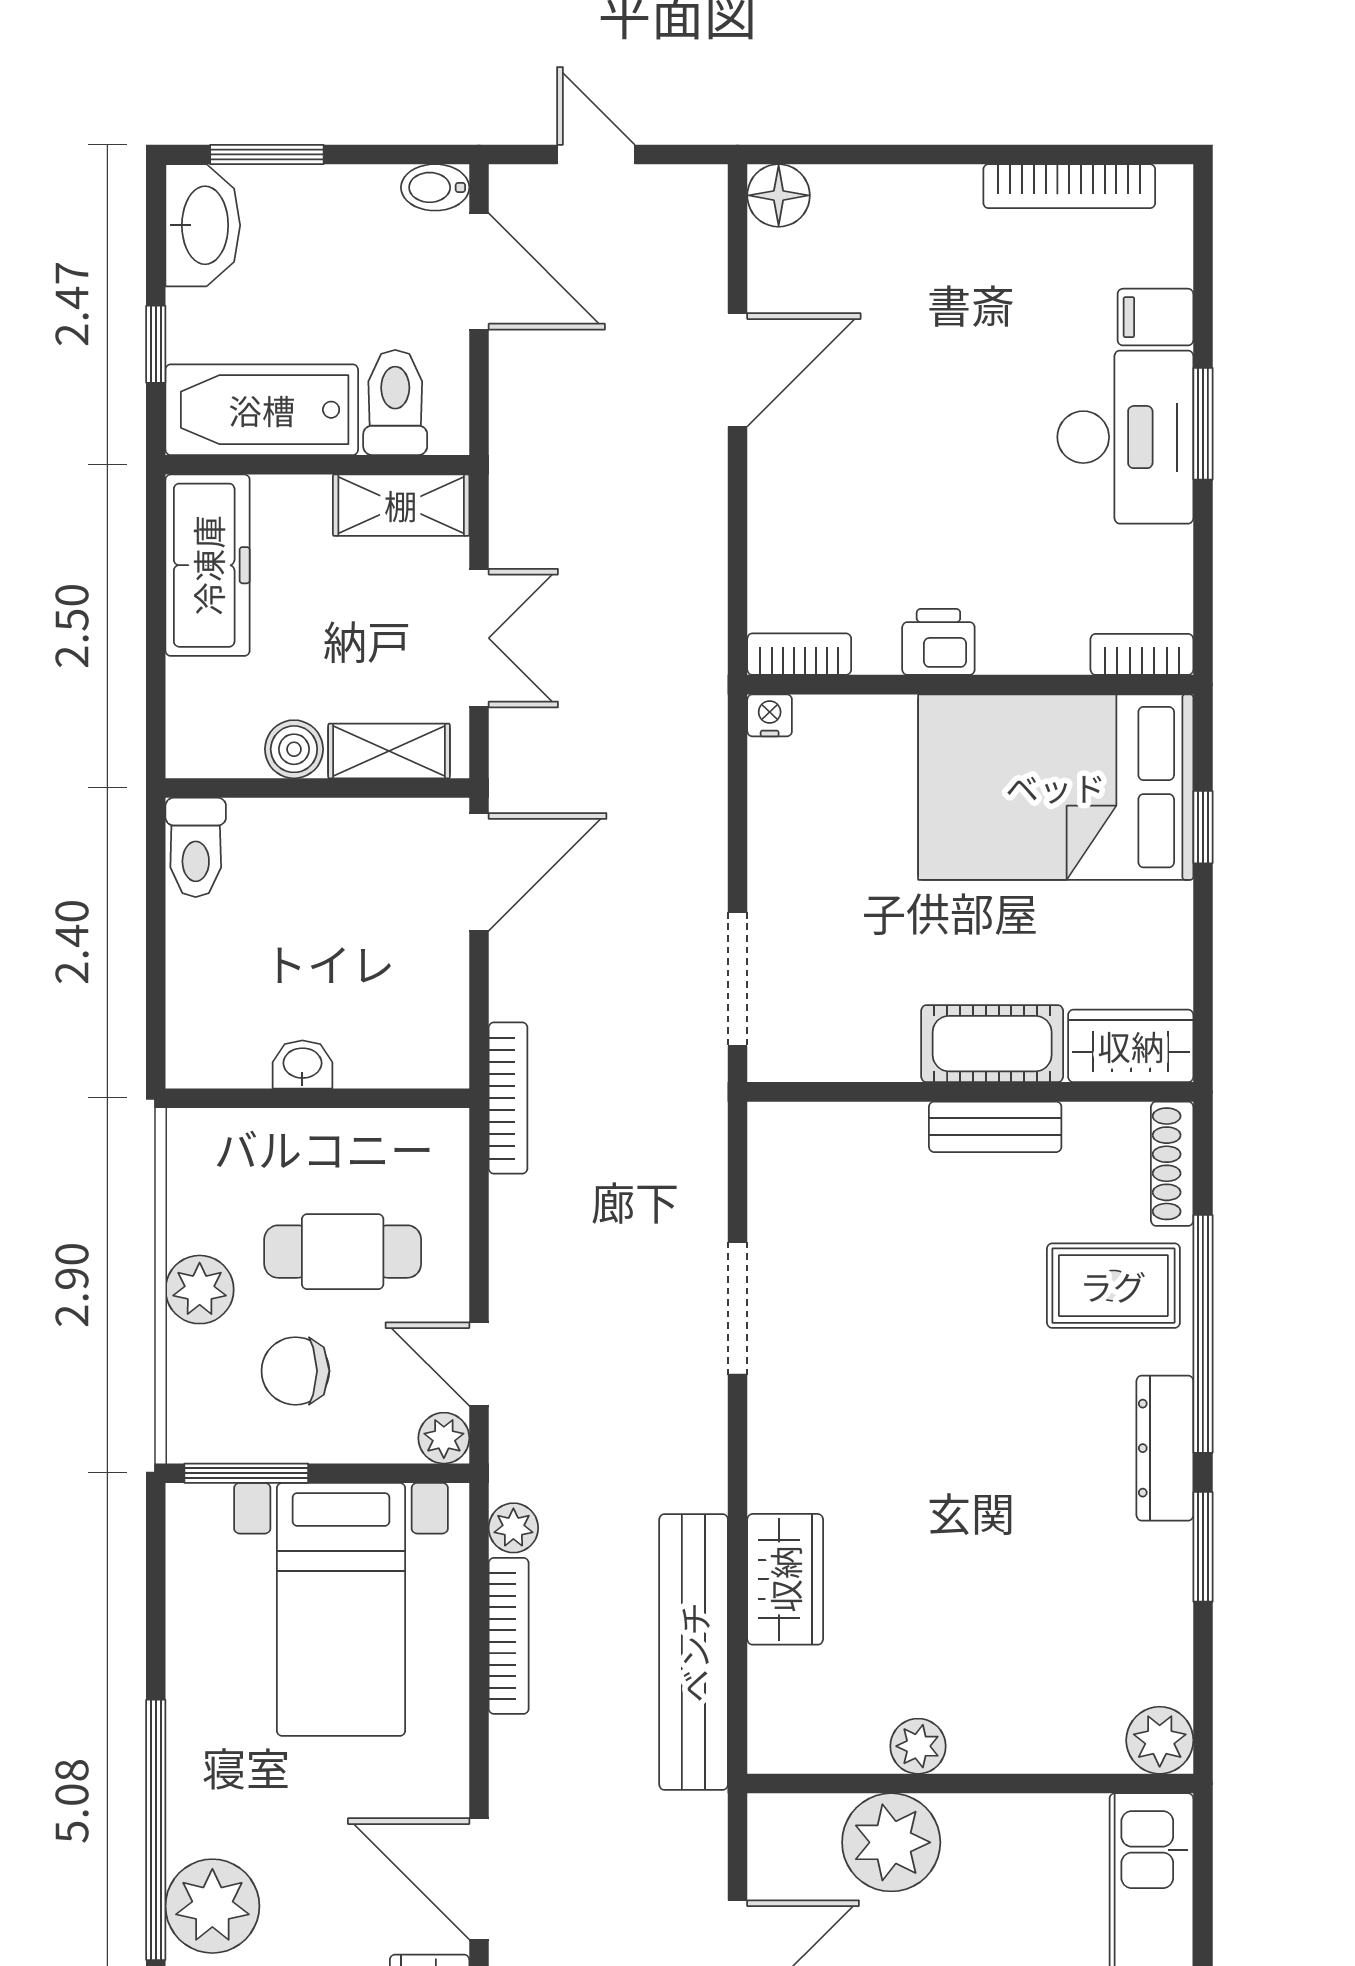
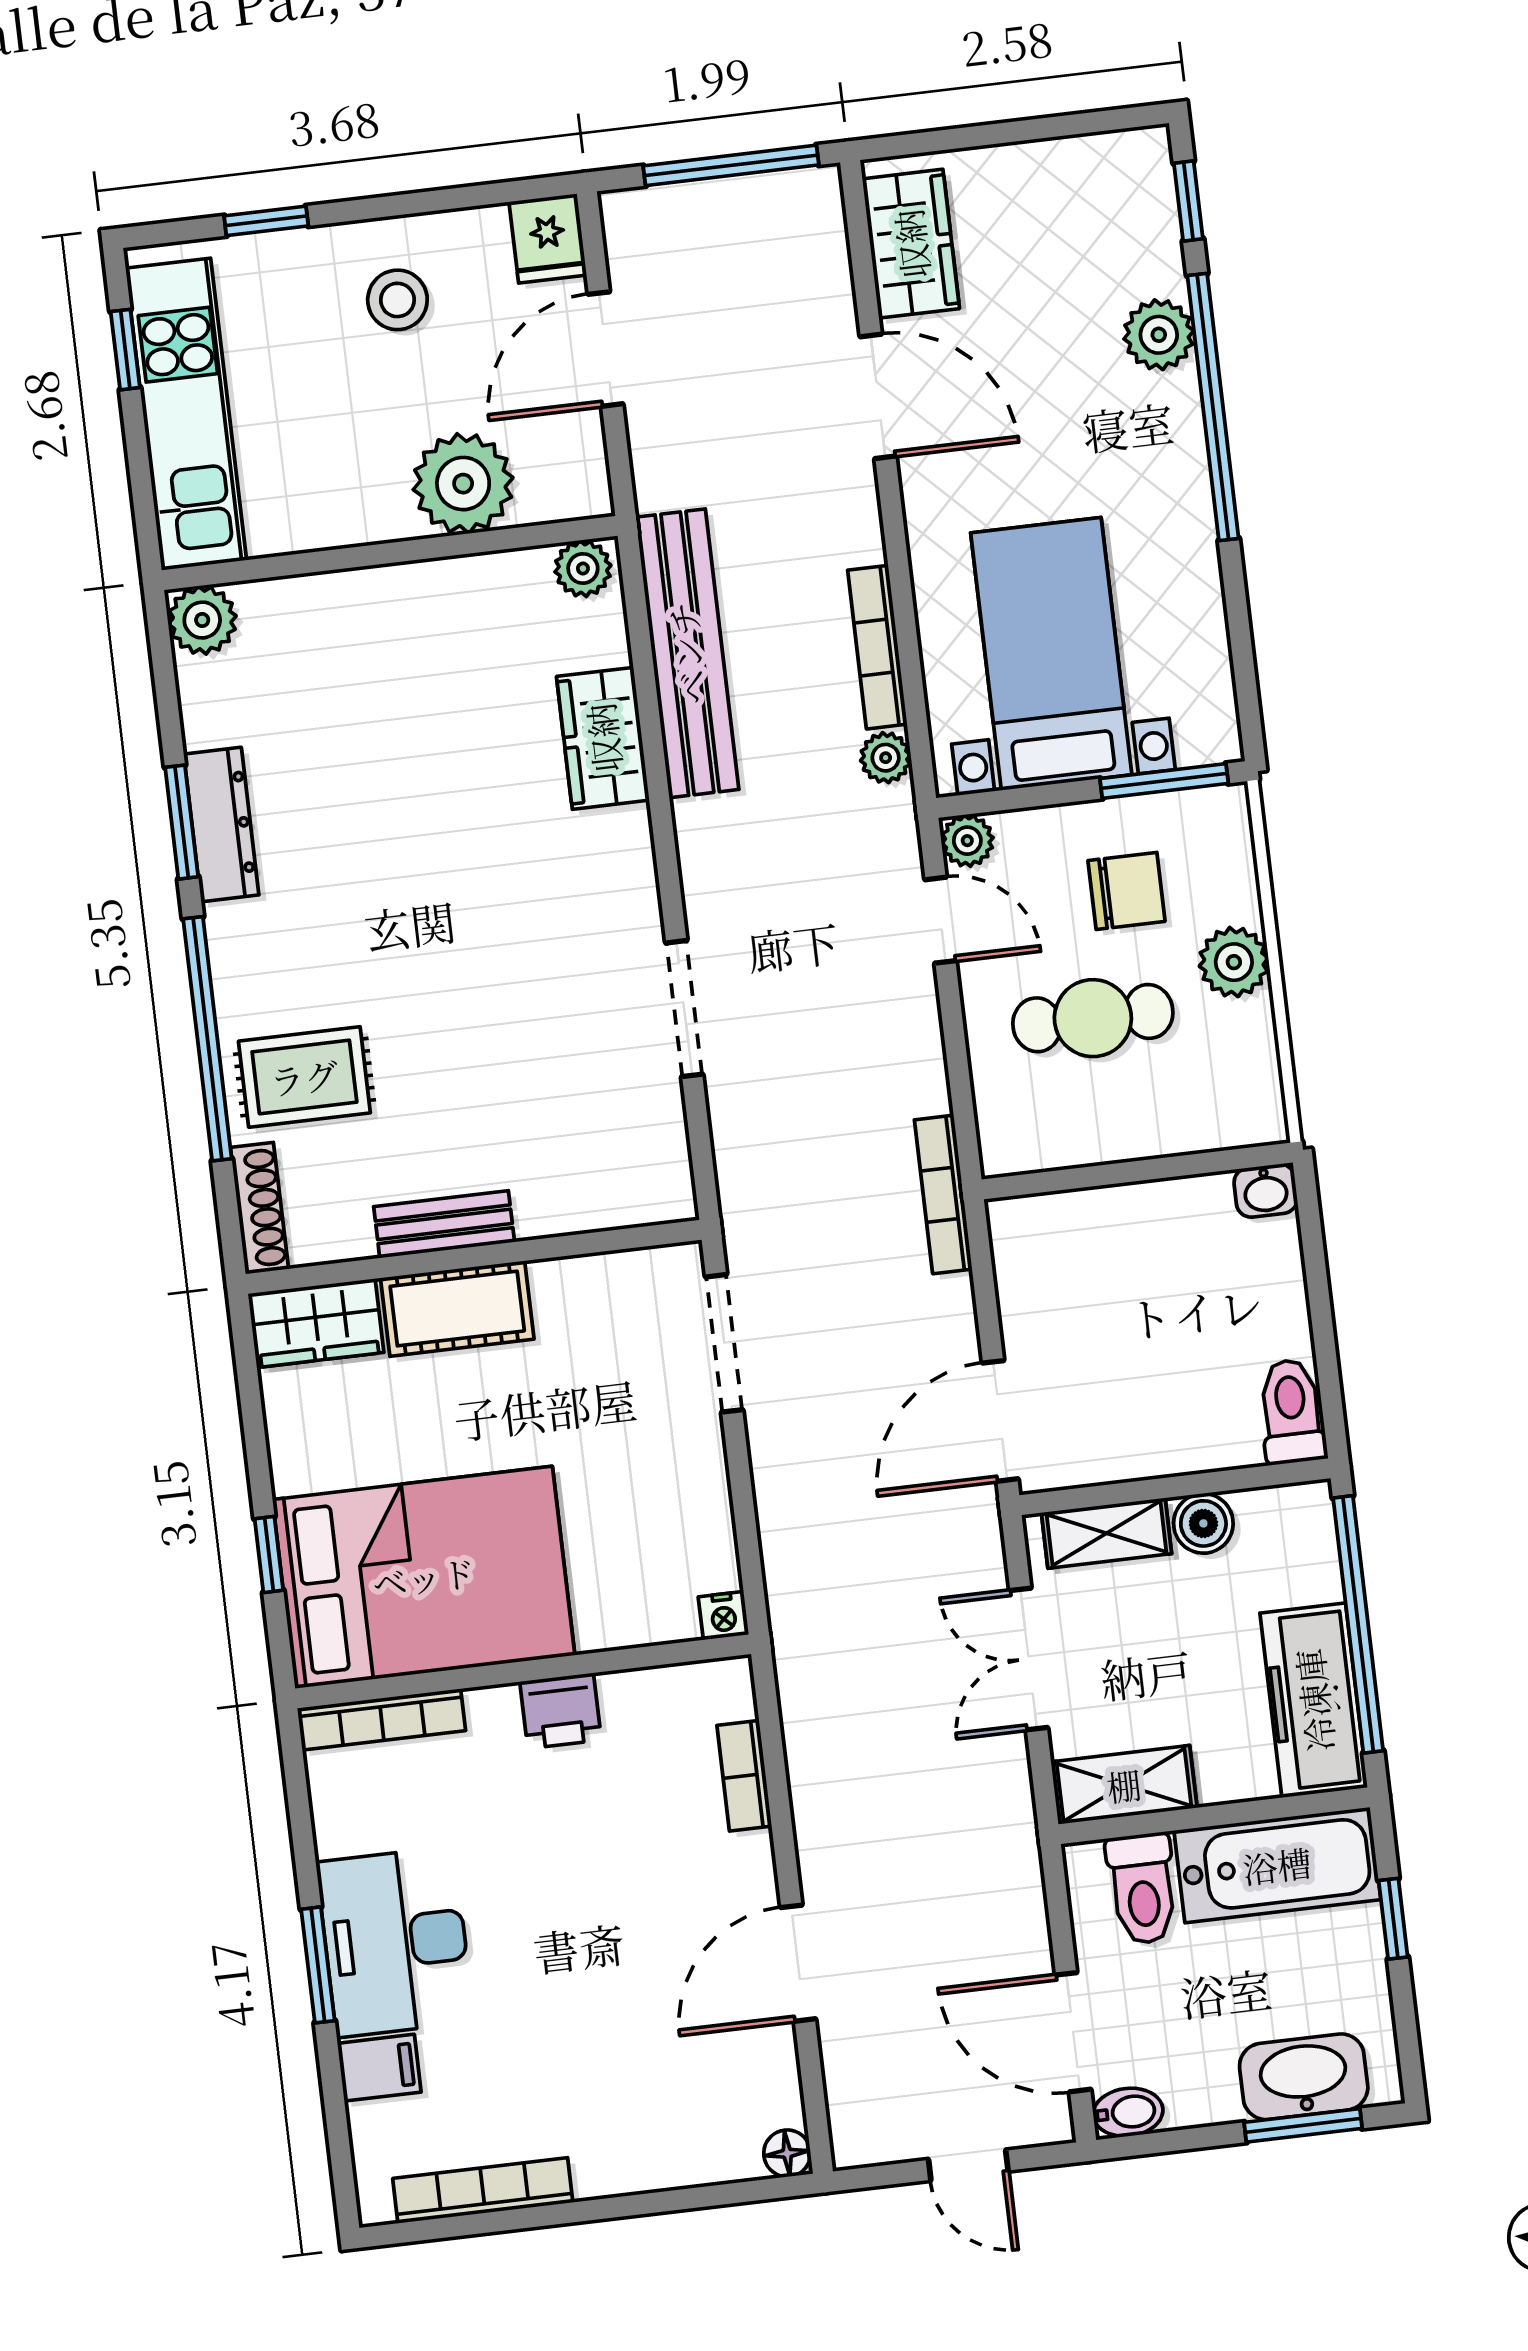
floor lamp: (779, 195) -> (787, 2153), width x0.73, depth x0.73
washbasin: (203, 225) -> (1304, 2077), moved, turned 90
window: (156, 634) -> (1358, 1624), added
bookcase: (799, 654) -> (744, 1776), moved, turned 90
bookcase: (1142, 654) -> (382, 1719), width x1.56
washbasin: (302, 1064) -> (1266, 1191), moved
dresser: (1165, 1448) -> (221, 825), moved
plant: (918, 1746) -> (583, 569), moved
plant: (212, 1906) -> (1159, 335), width x0.73, depth x0.73

